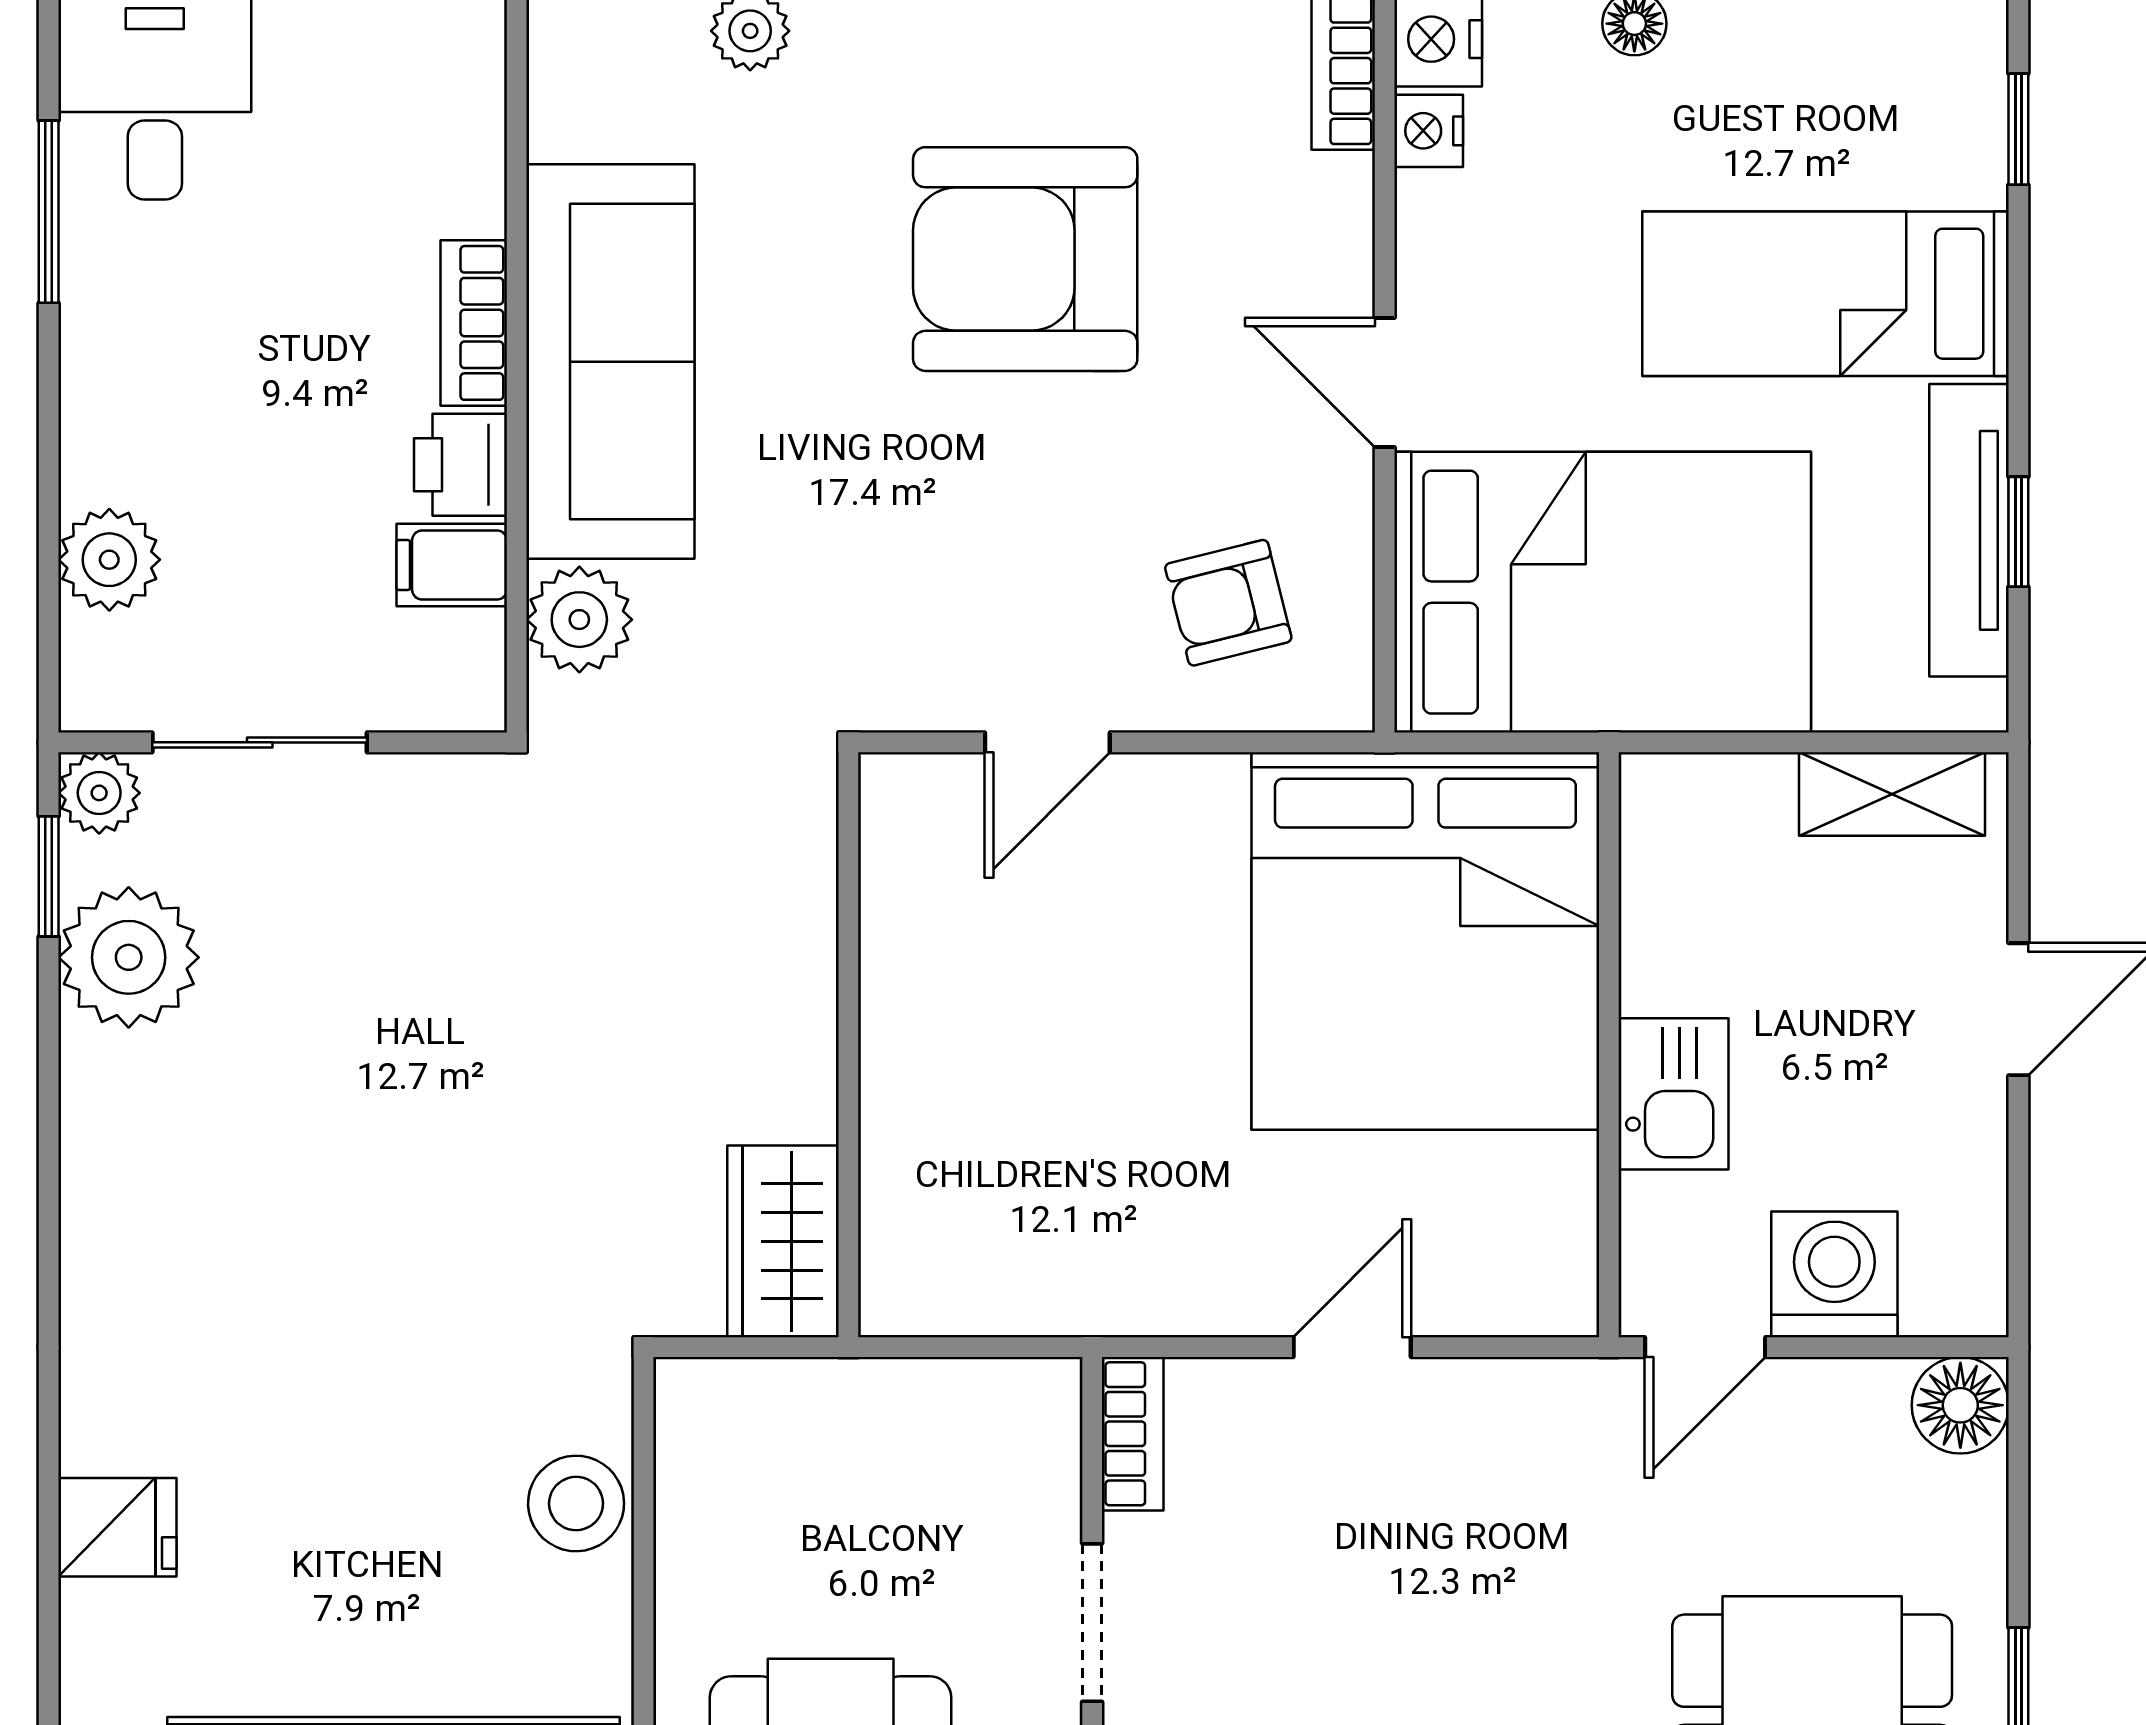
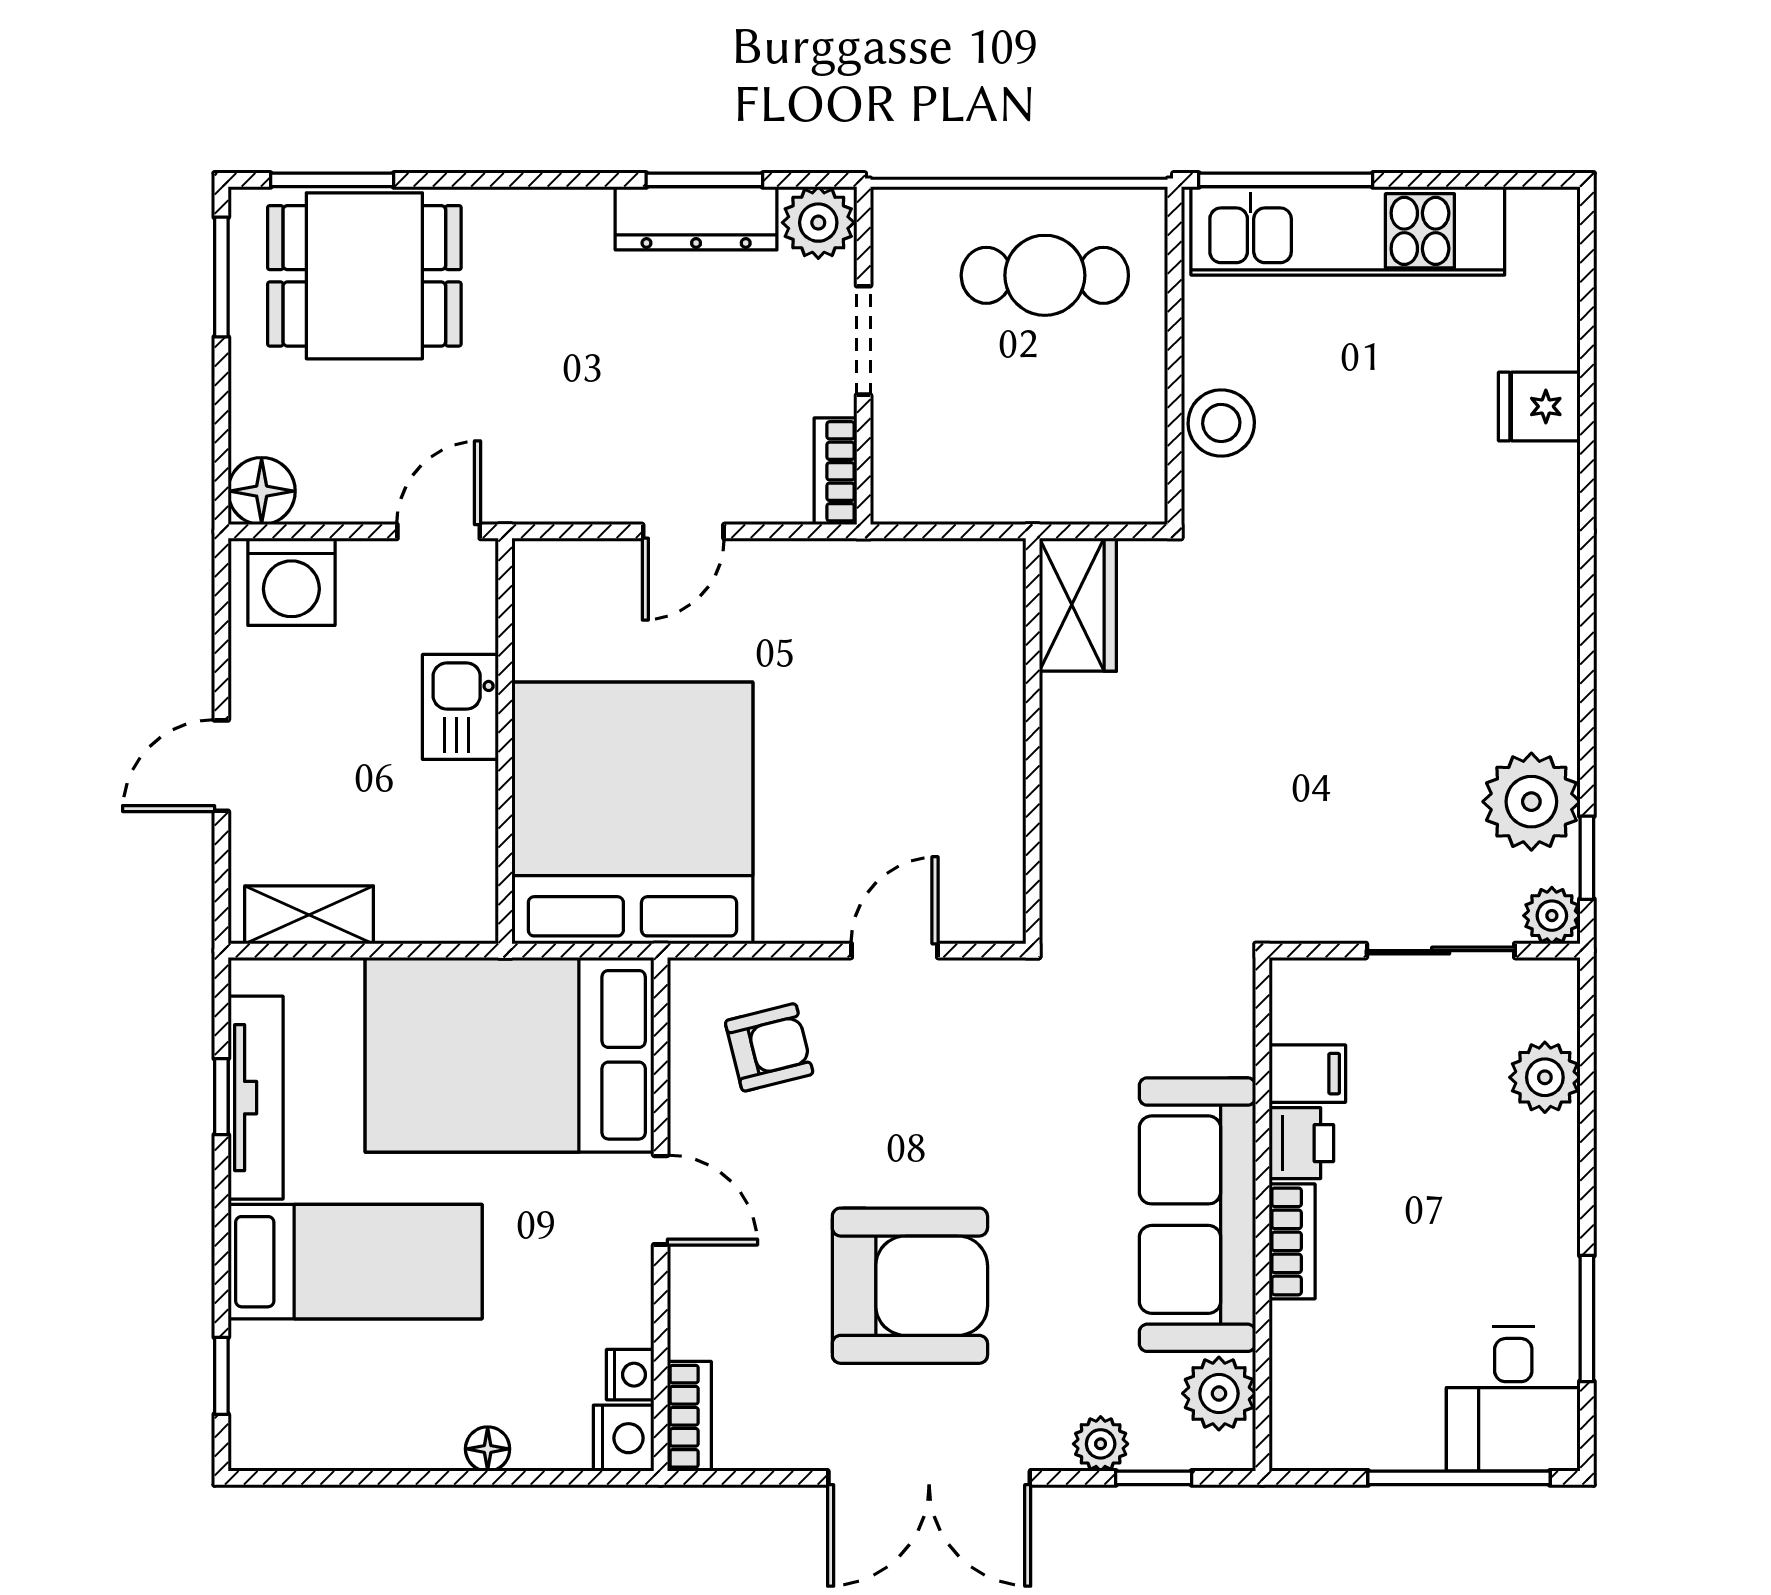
plant: (579, 620) -> (1219, 1393), moved
washing machine: (1834, 1274) -> (291, 582), moved

